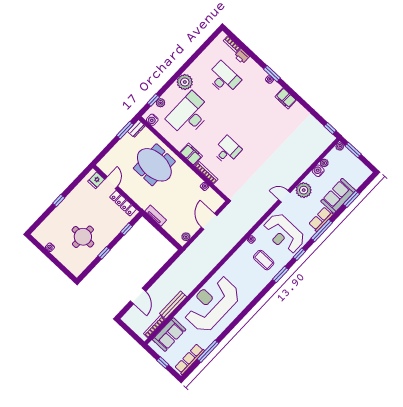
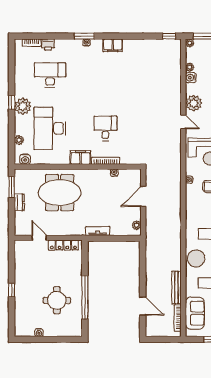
window: (153, 100) -> (12, 102), moved
dresser: (136, 129) -> (19, 202), moved
fridge: (96, 180) -> (26, 247), removed
door: (284, 196) -> (183, 122), swing flipped
door: (209, 221) -> (143, 196), hinge flipped
window: (126, 229) -> (85, 263), removed
window: (104, 253) -> (85, 297), width x3.17

